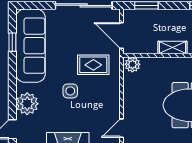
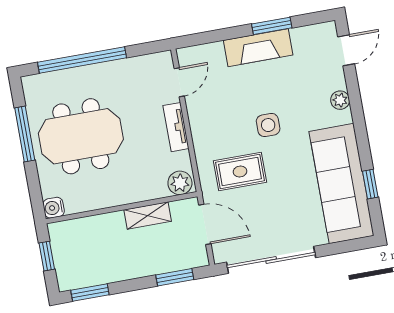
shelving: (172, 48) -> (148, 216), moved
tv unit: (129, 100) -> (176, 127), added
plant: (27, 104) -> (340, 100), width x0.53, depth x0.53

